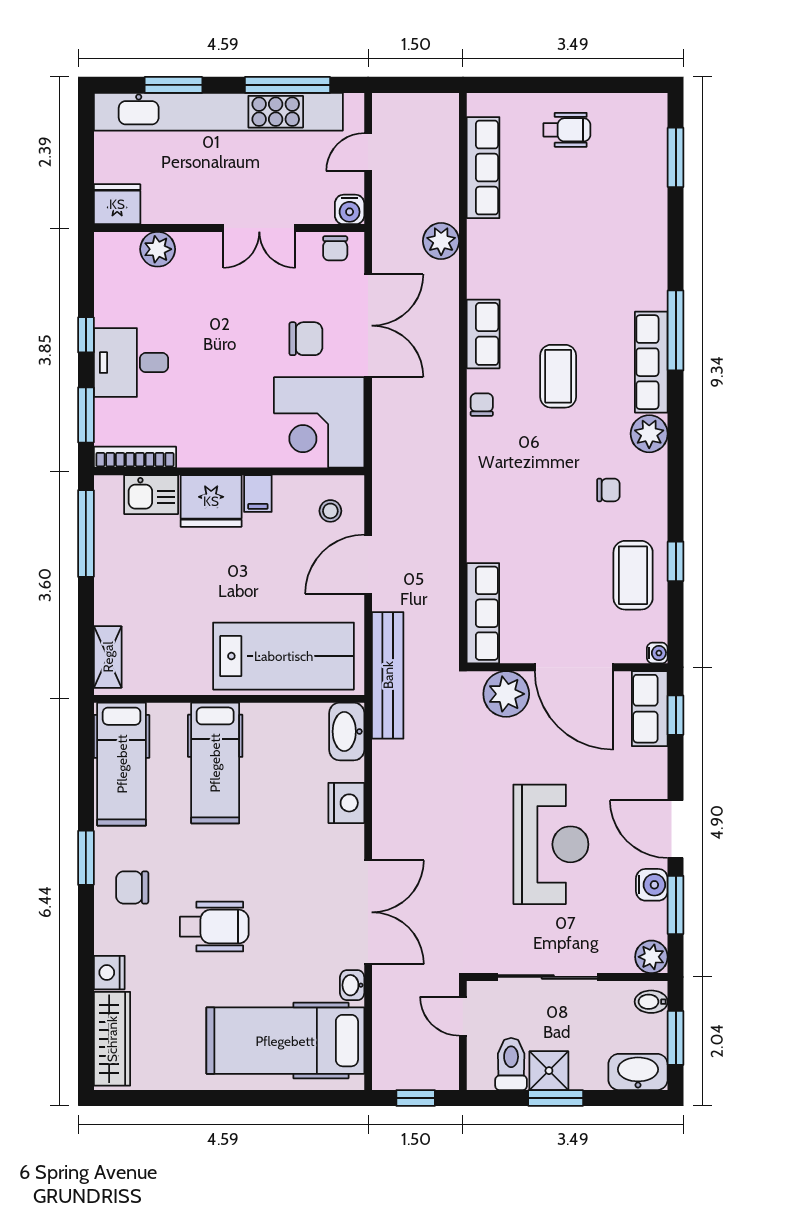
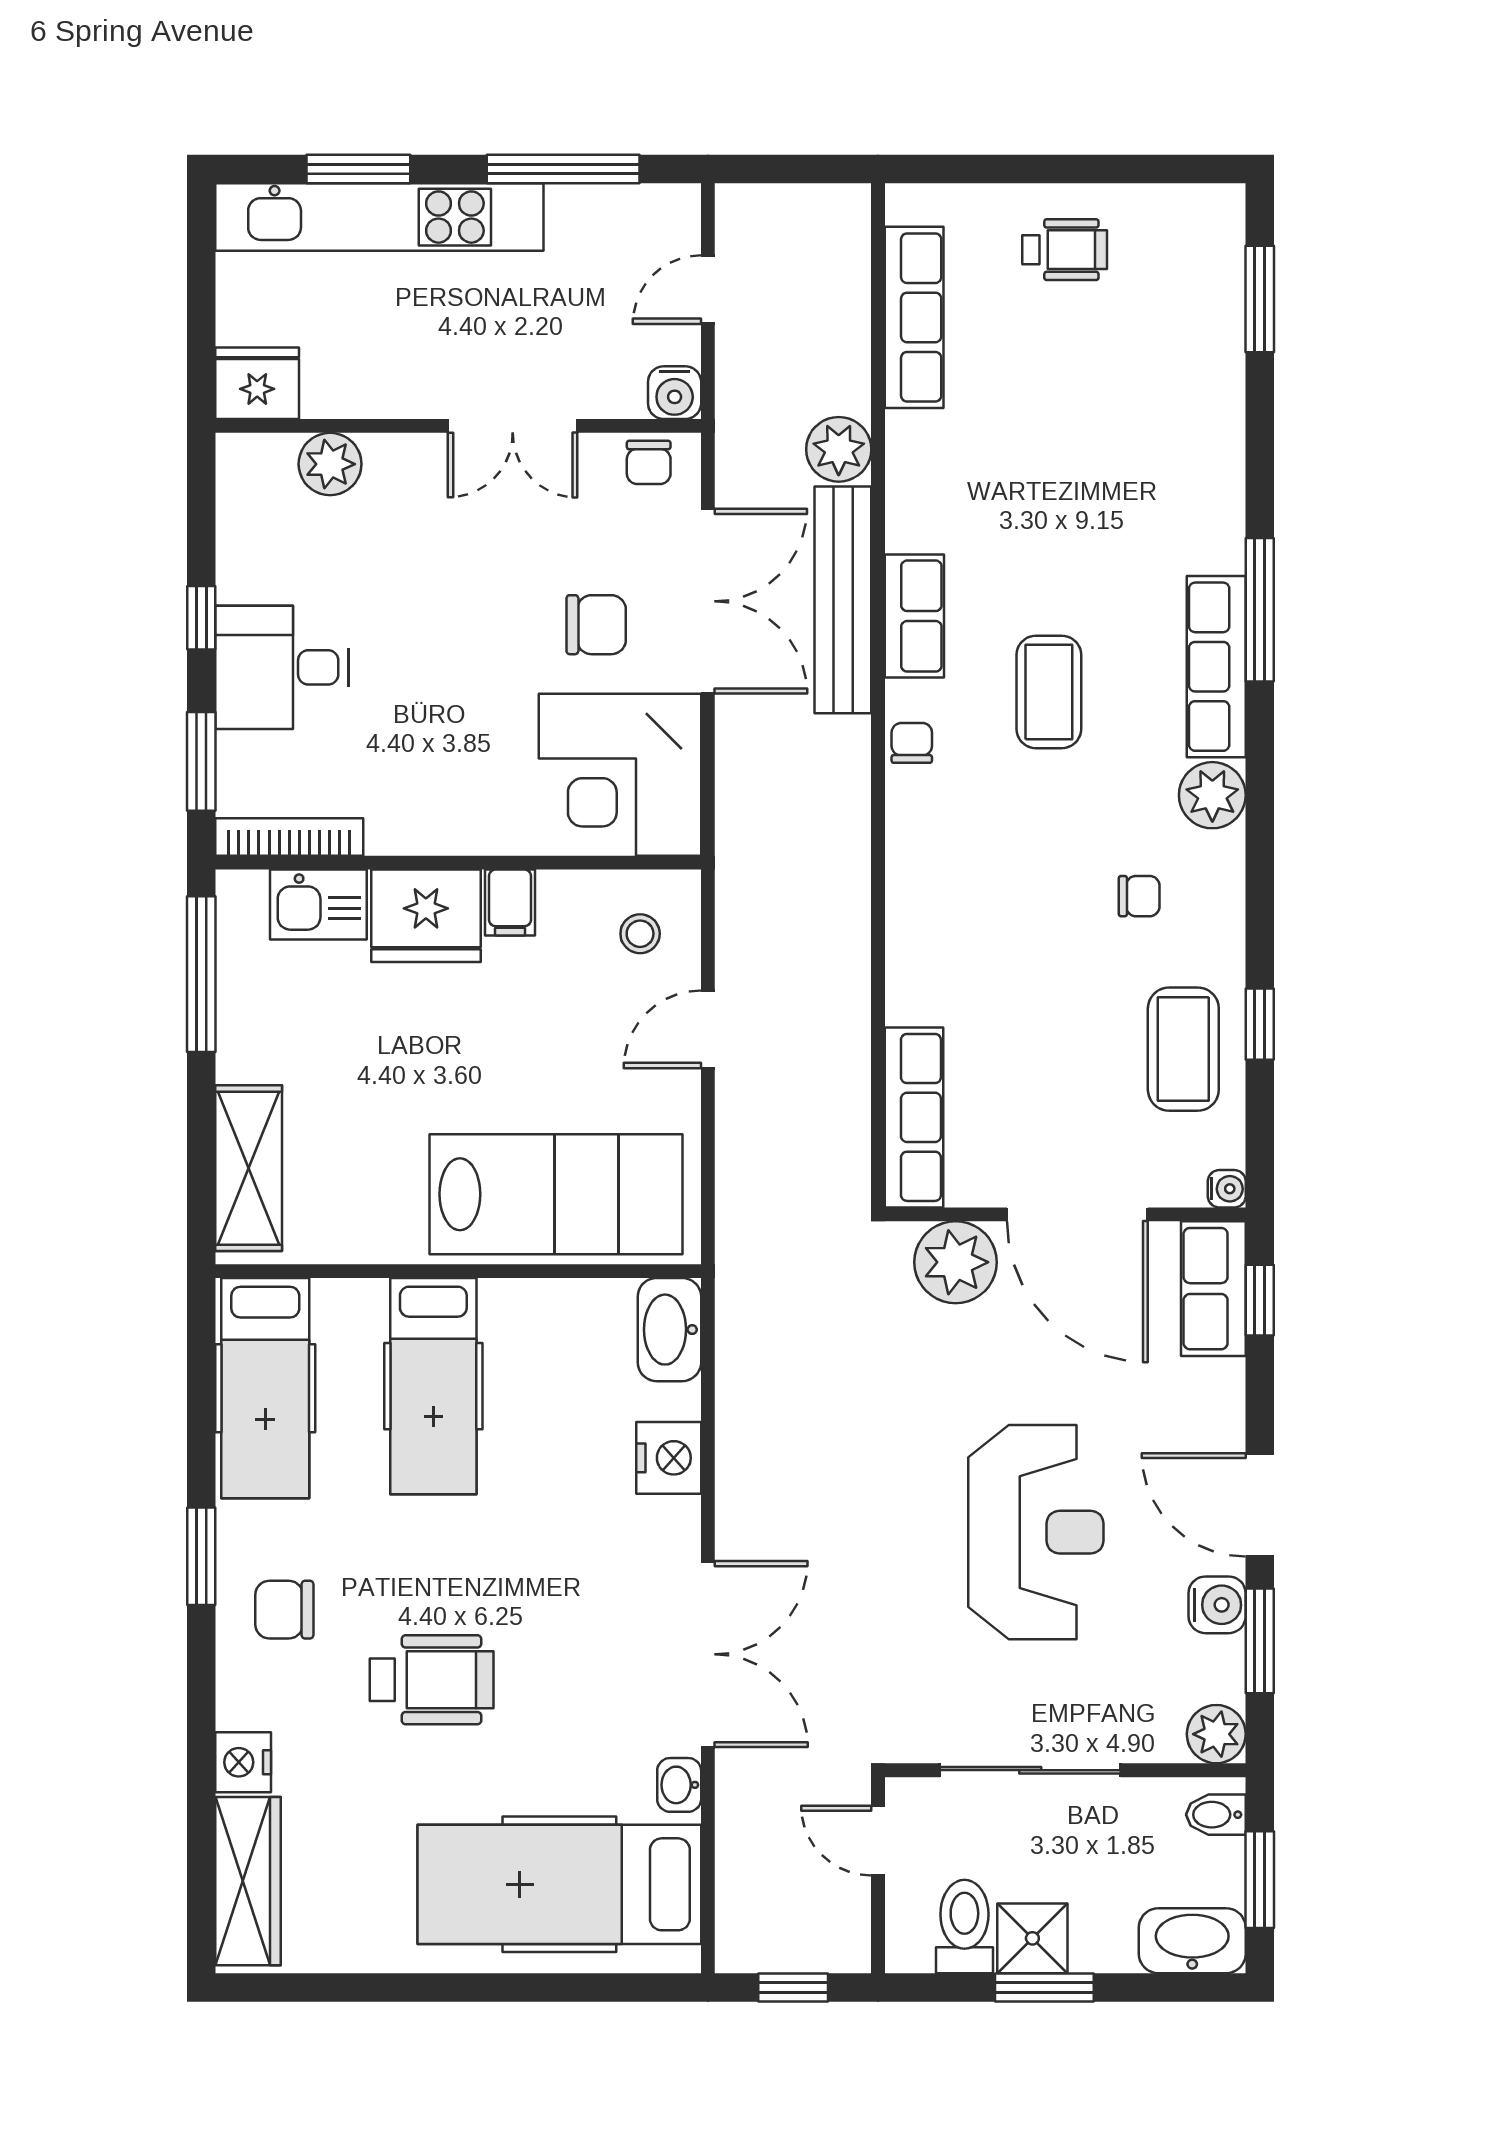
kitchen unit: (218, 112) -> (379, 217), width x0.73
door: (368, 564) -> (708, 1029), width x0.73
shelving: (108, 657) -> (249, 1168), width x1.50, depth x1.33
bench: (388, 675) -> (843, 600), moved

